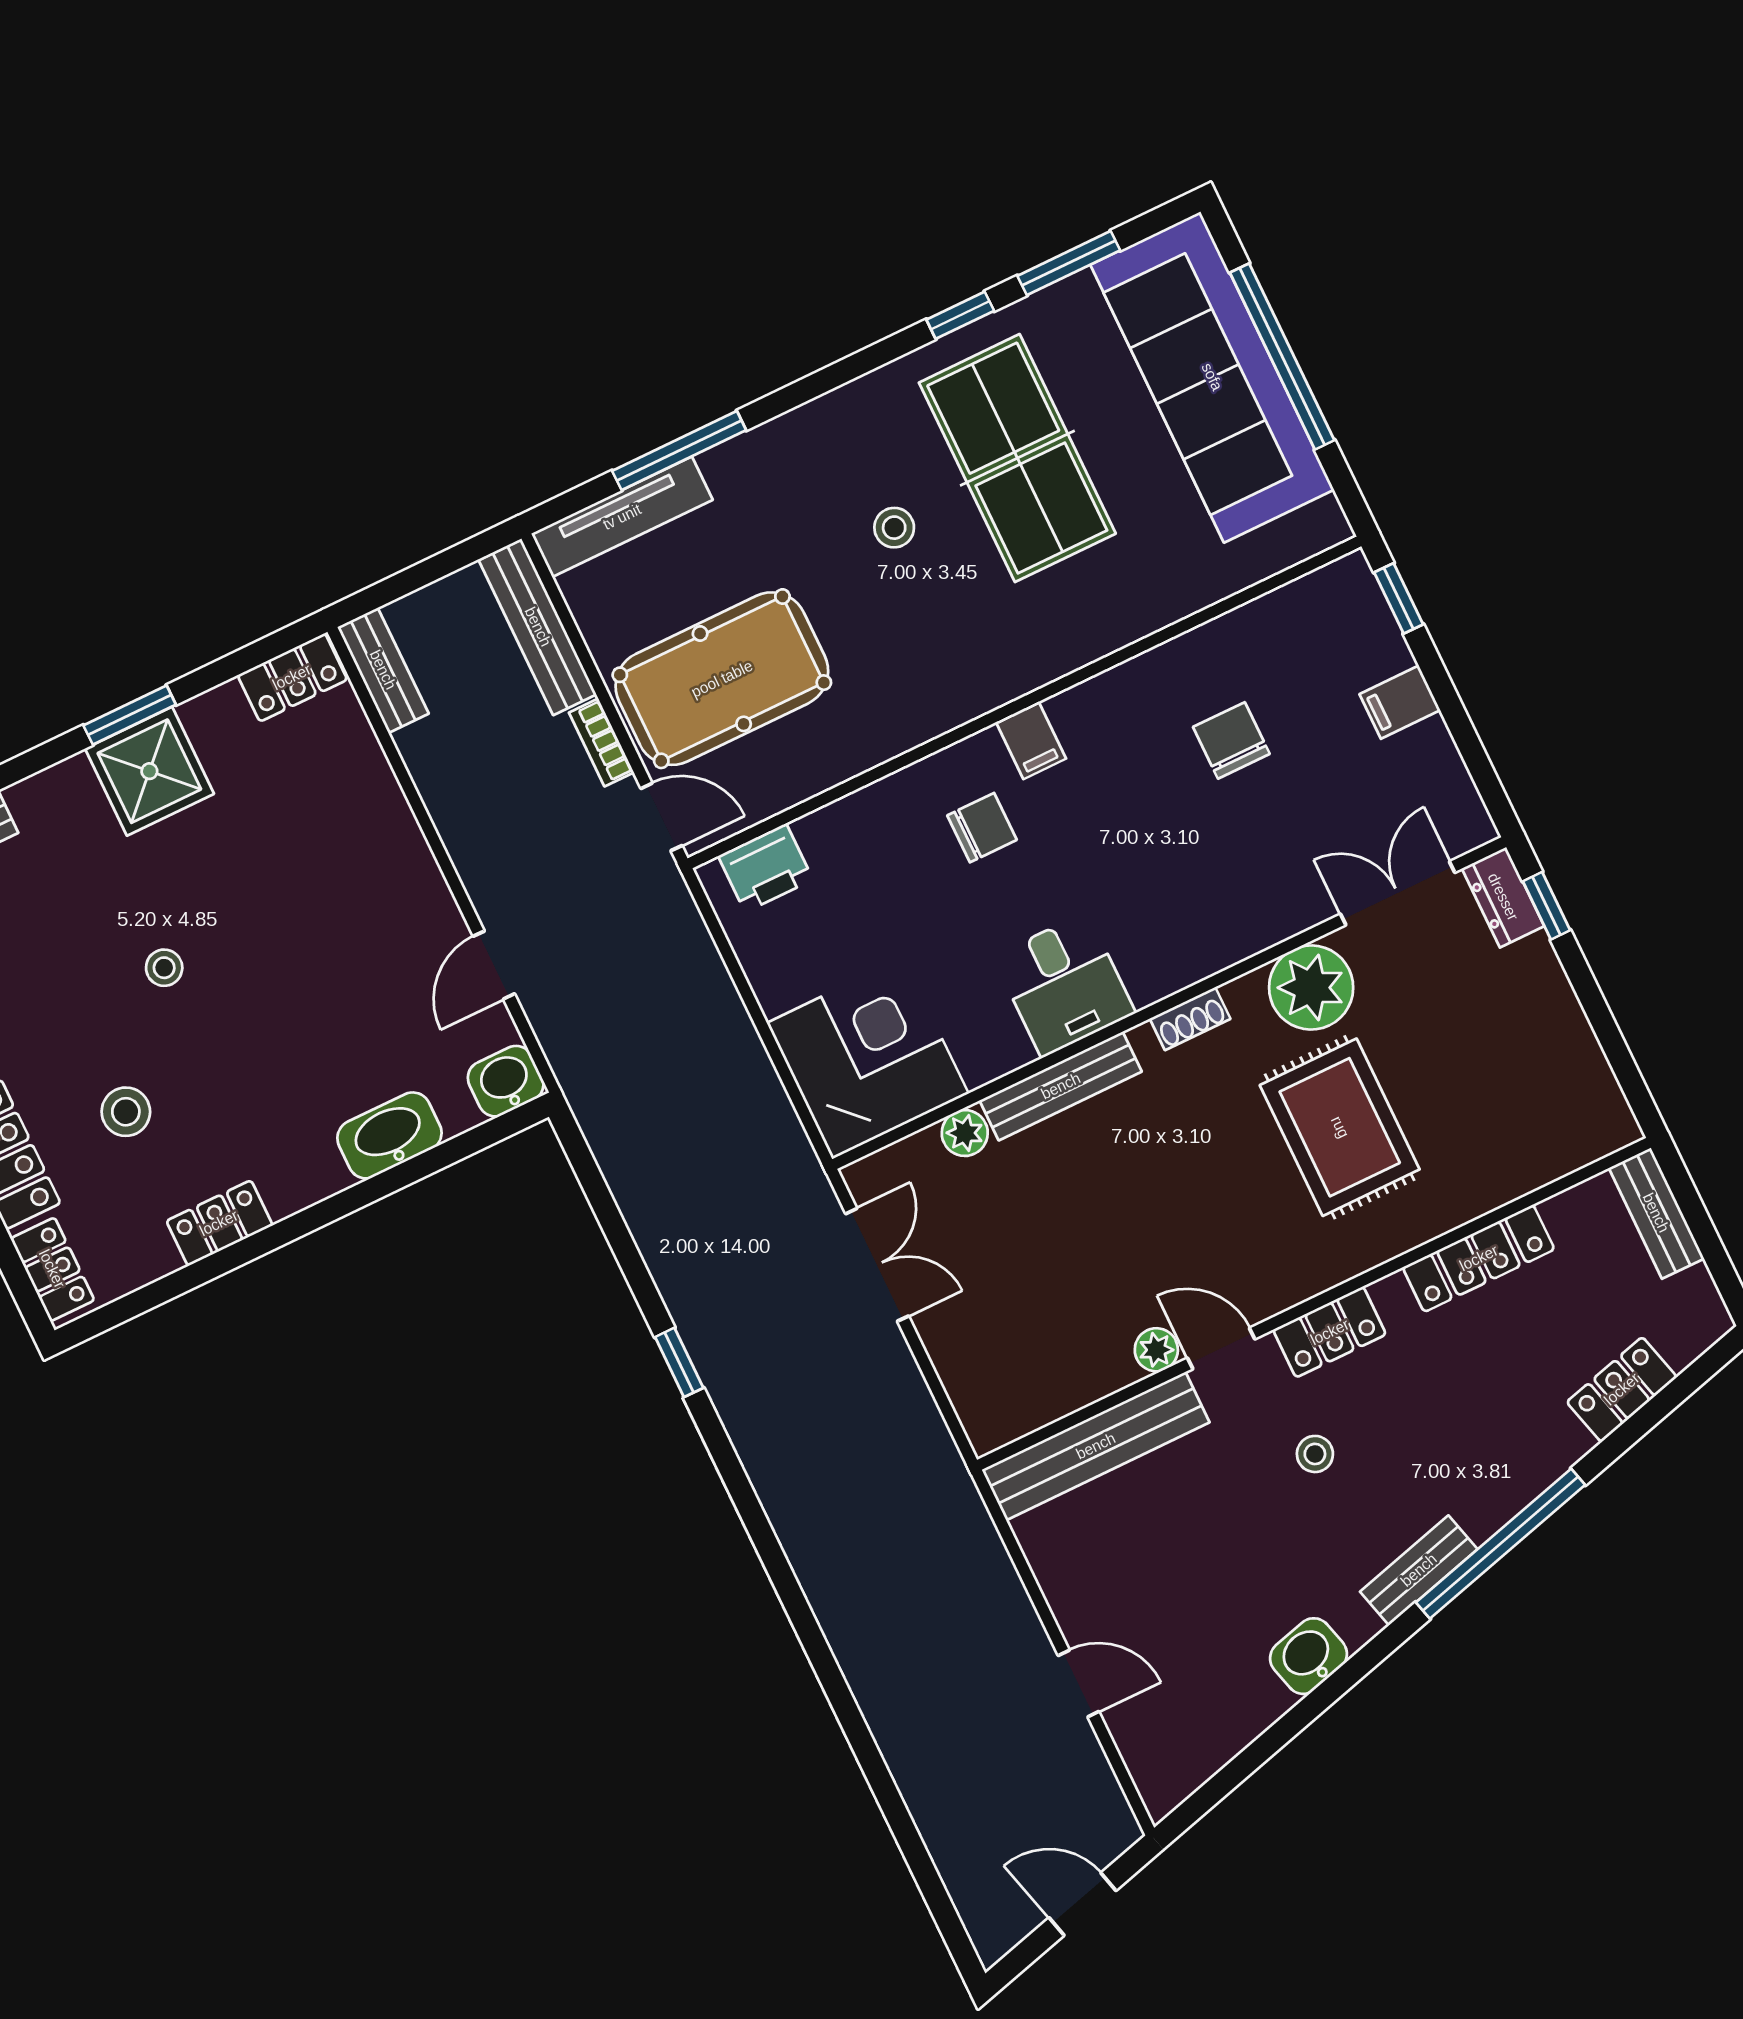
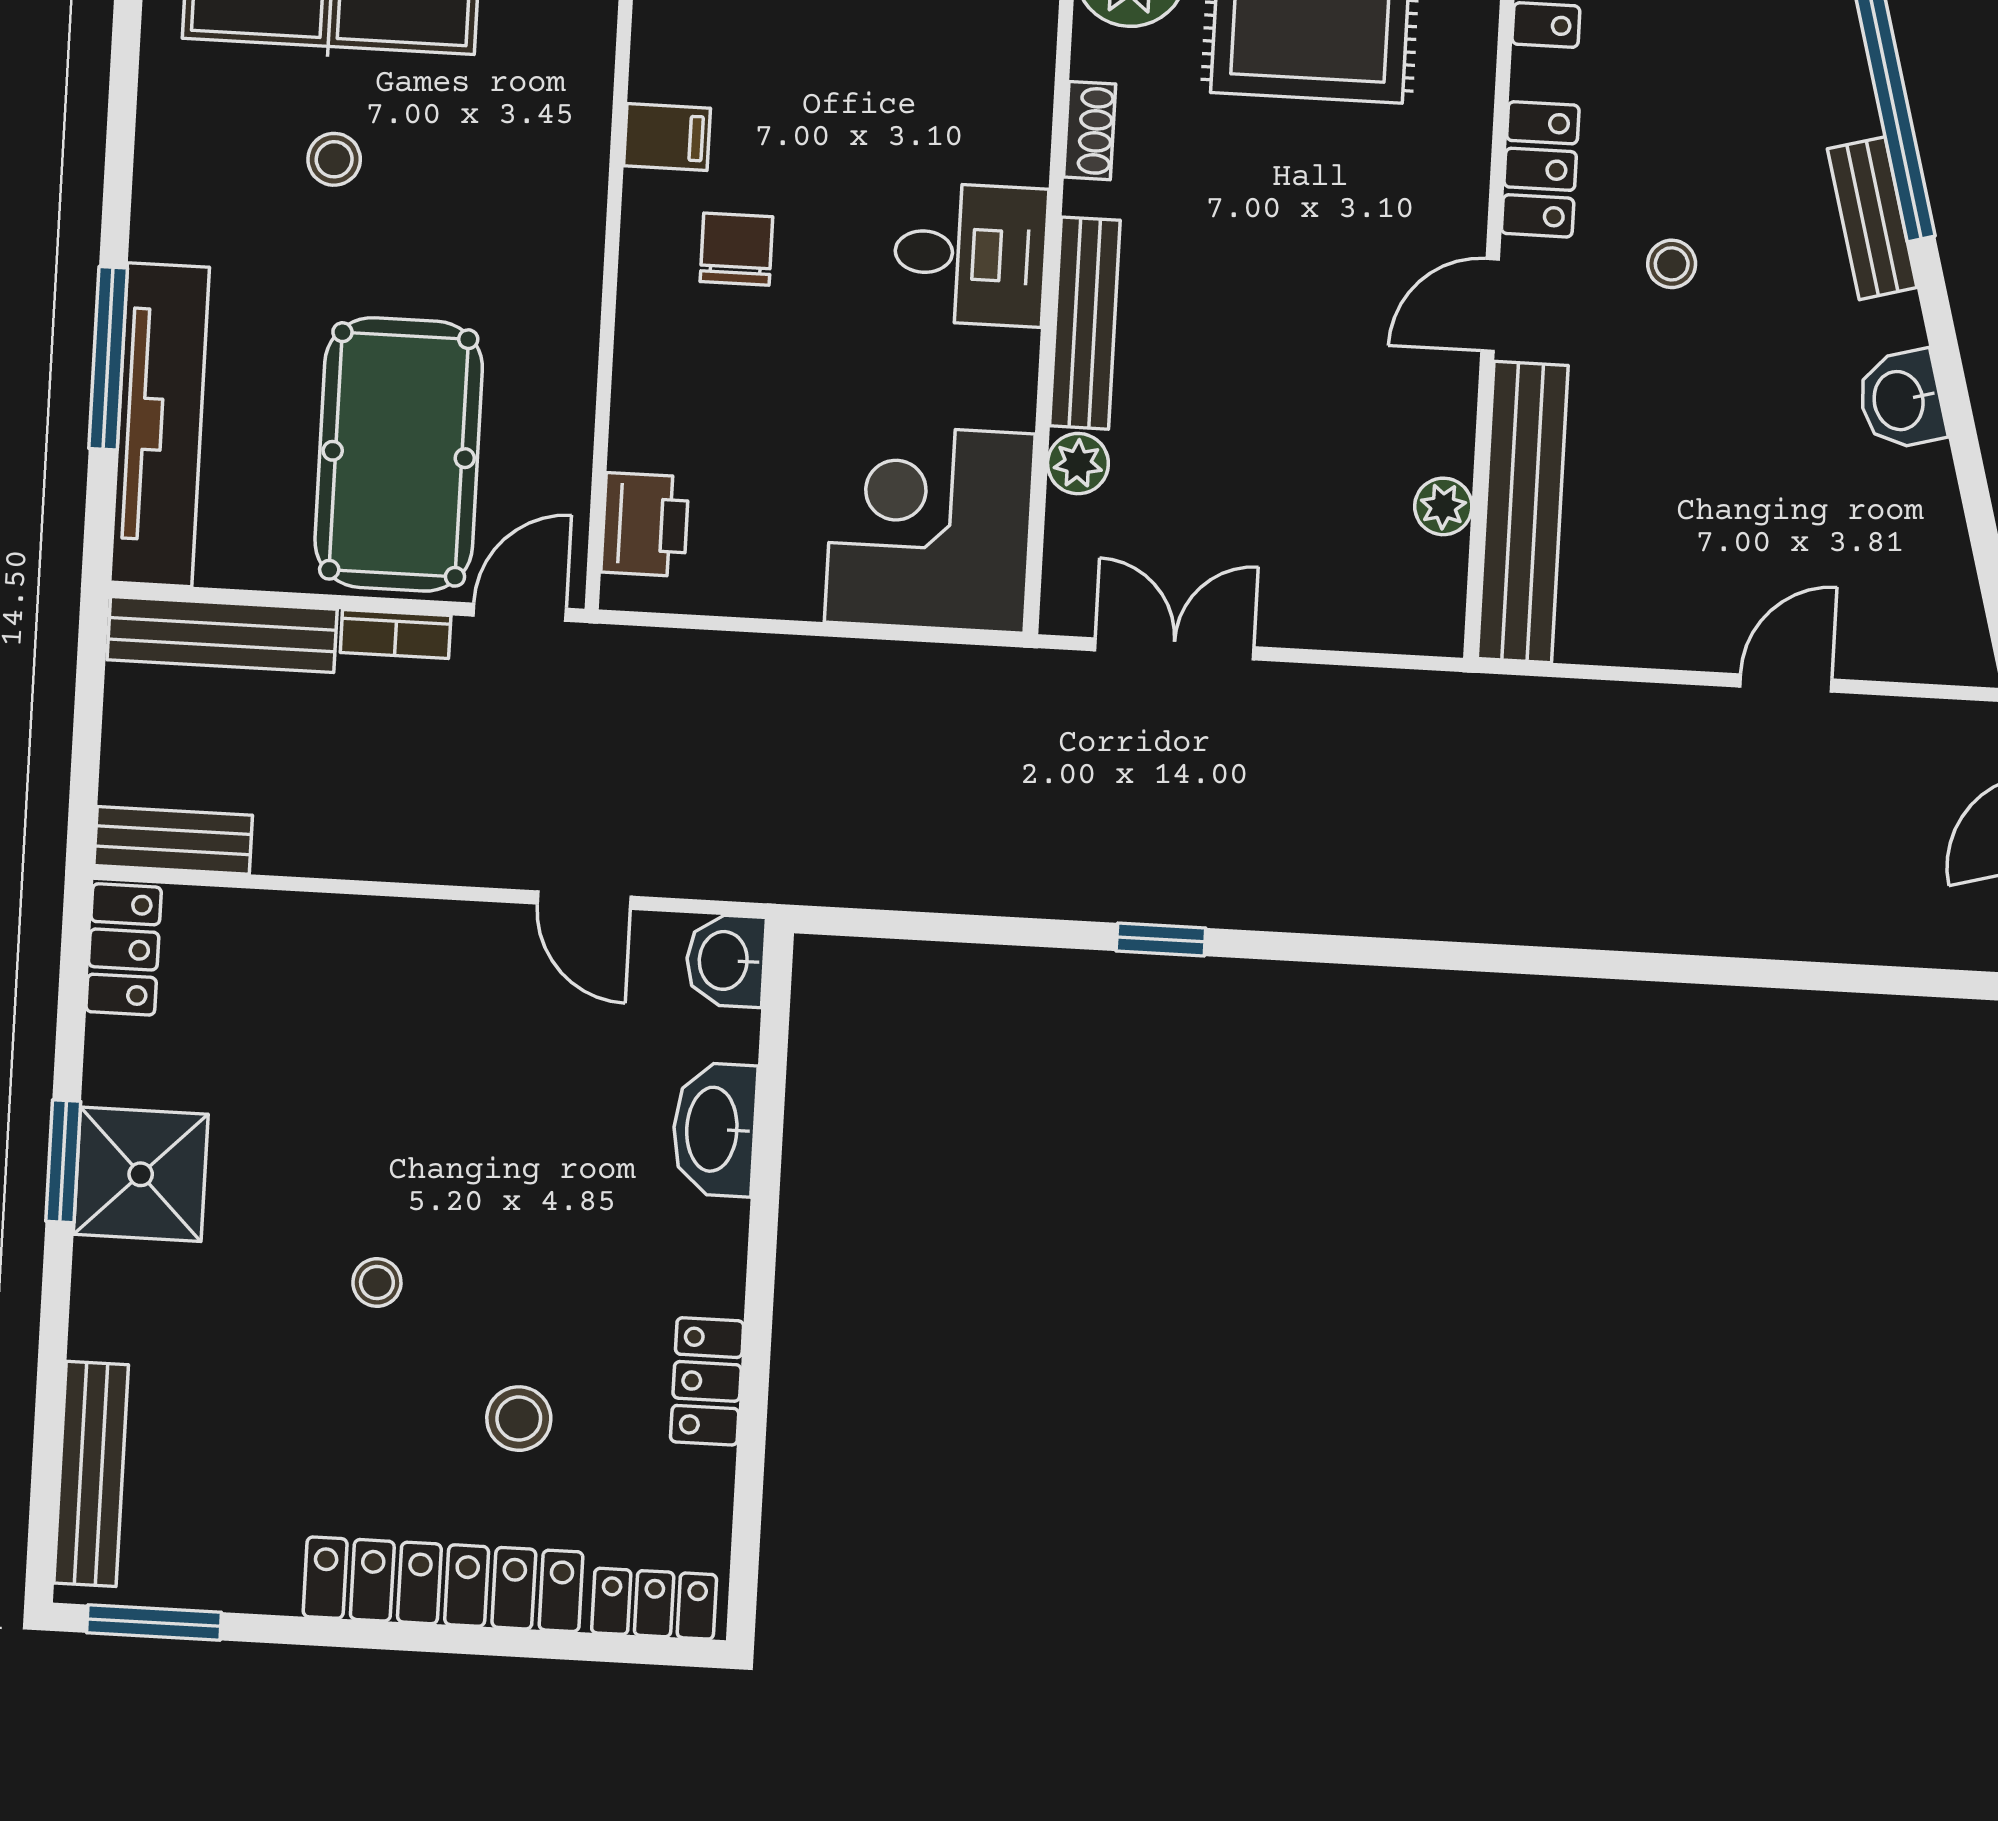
tv unit: (622, 517) -> (160, 425), width x1.36, depth x1.29
plant: (1156, 1350) -> (1443, 506), moved

